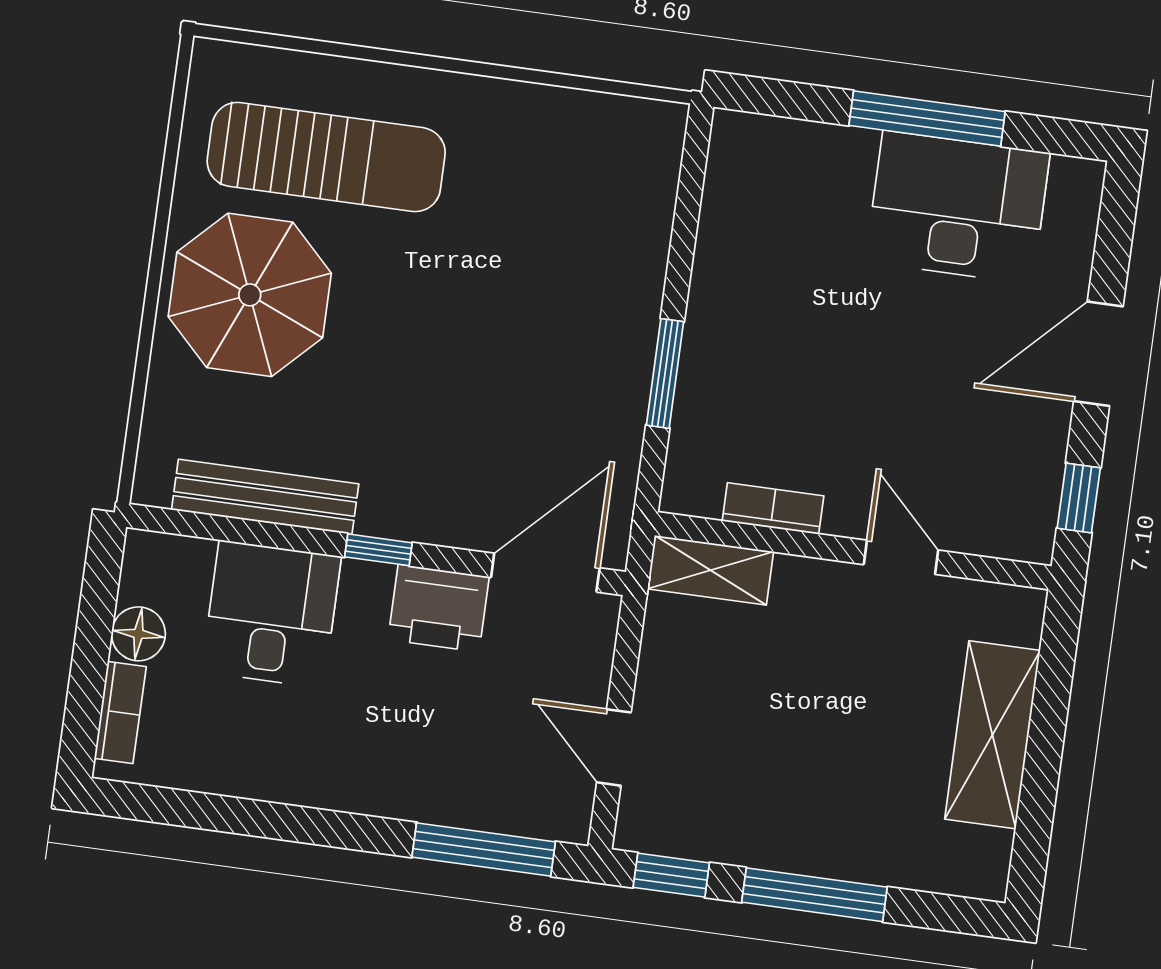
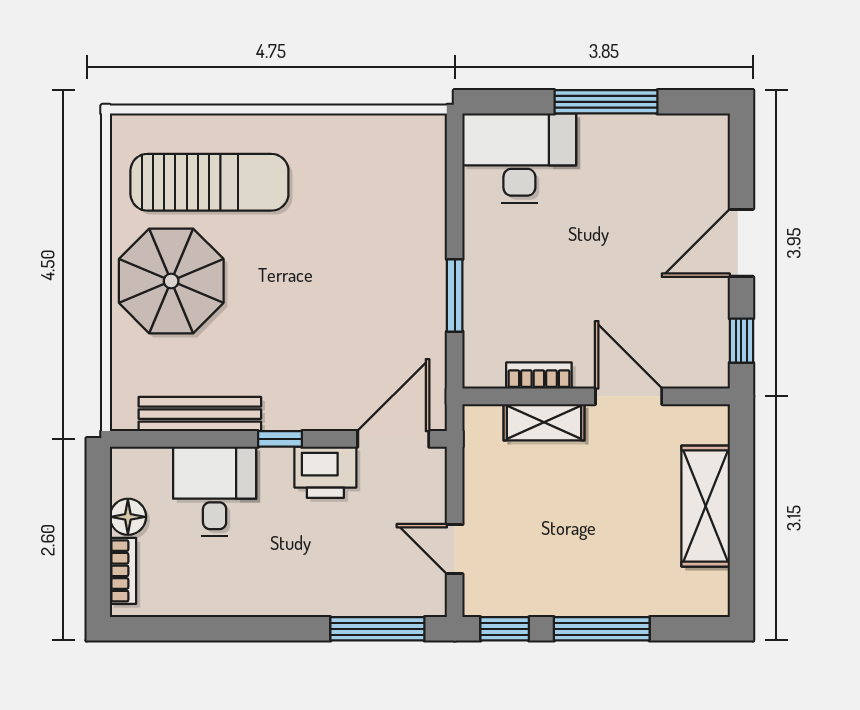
desk: (958, 207) -> (519, 158), moved
door: (901, 557) -> (629, 396), width x1.37
shelving: (710, 570) -> (544, 422), moved

